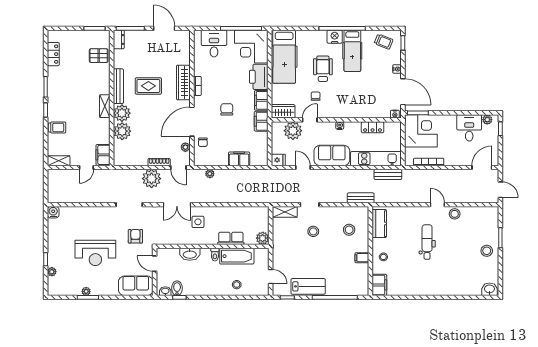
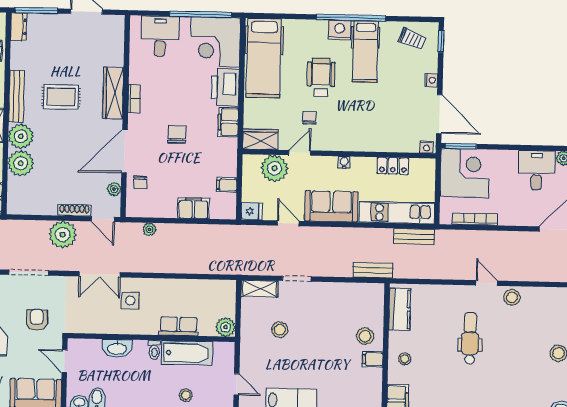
filing cabinet: (261, 121) -> (227, 185), moved, width x0.50
stool: (349, 230) -> (365, 336), moved
stool: (313, 231) -> (280, 330), moved

